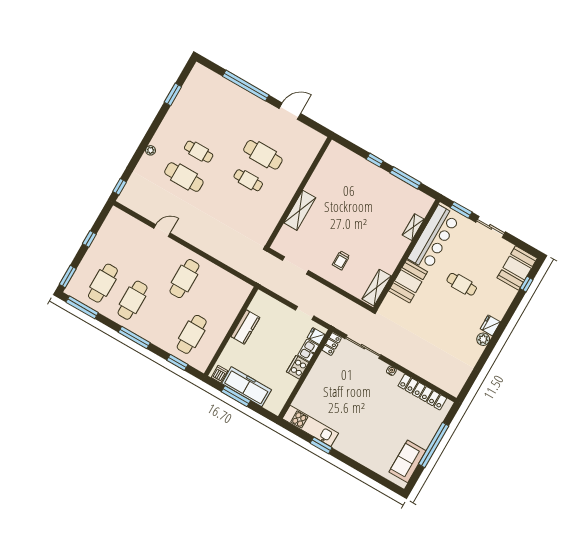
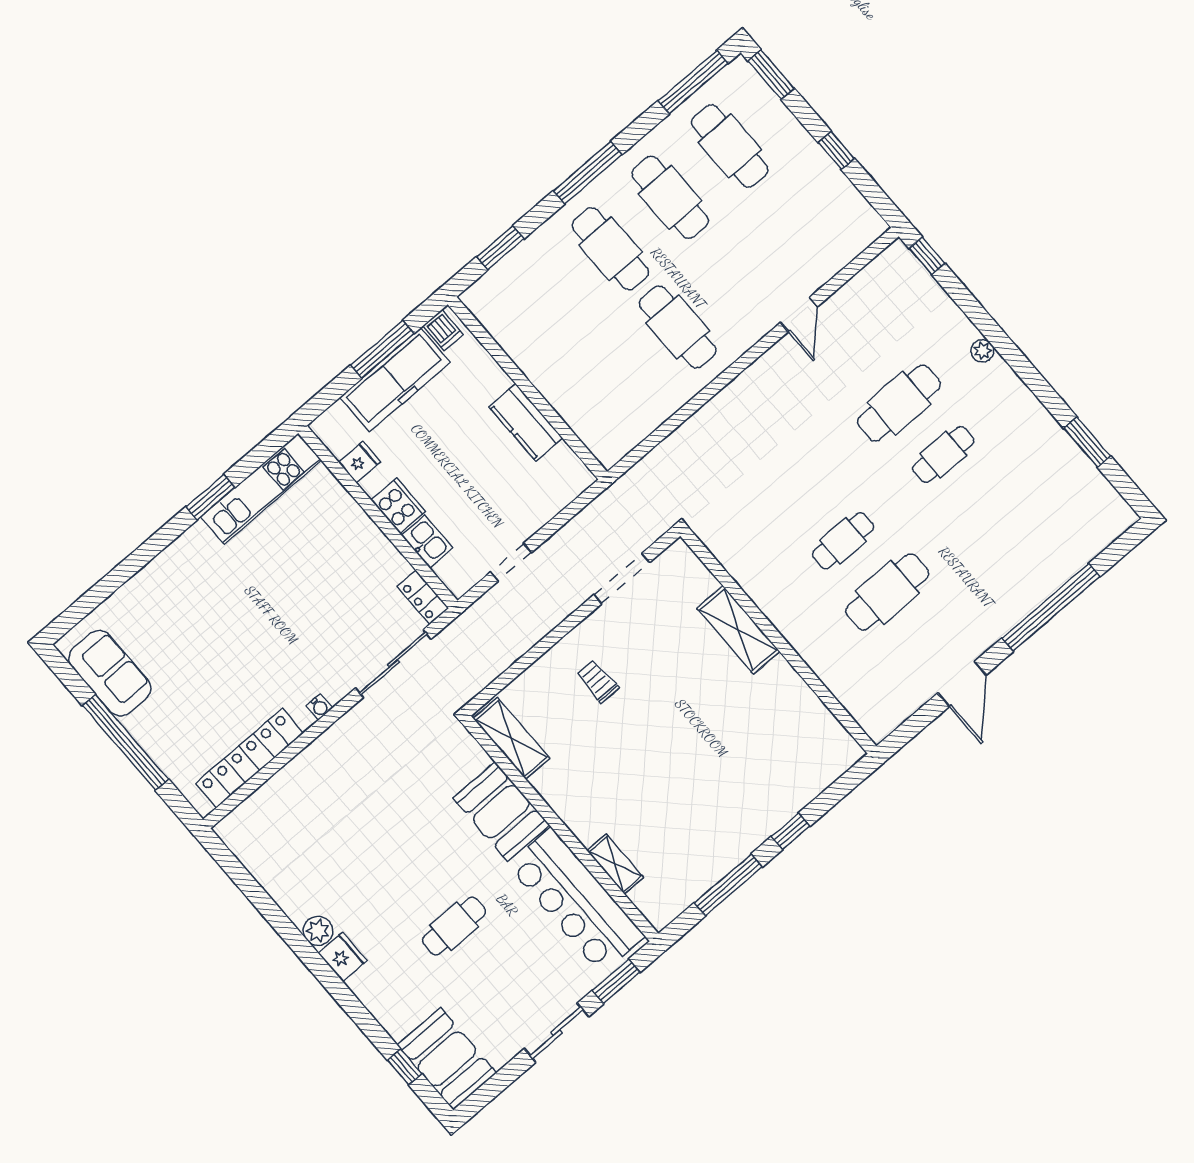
cafe table: (192, 334) -> (610, 249), moved
fridge: (316, 336) -> (360, 462), moved

